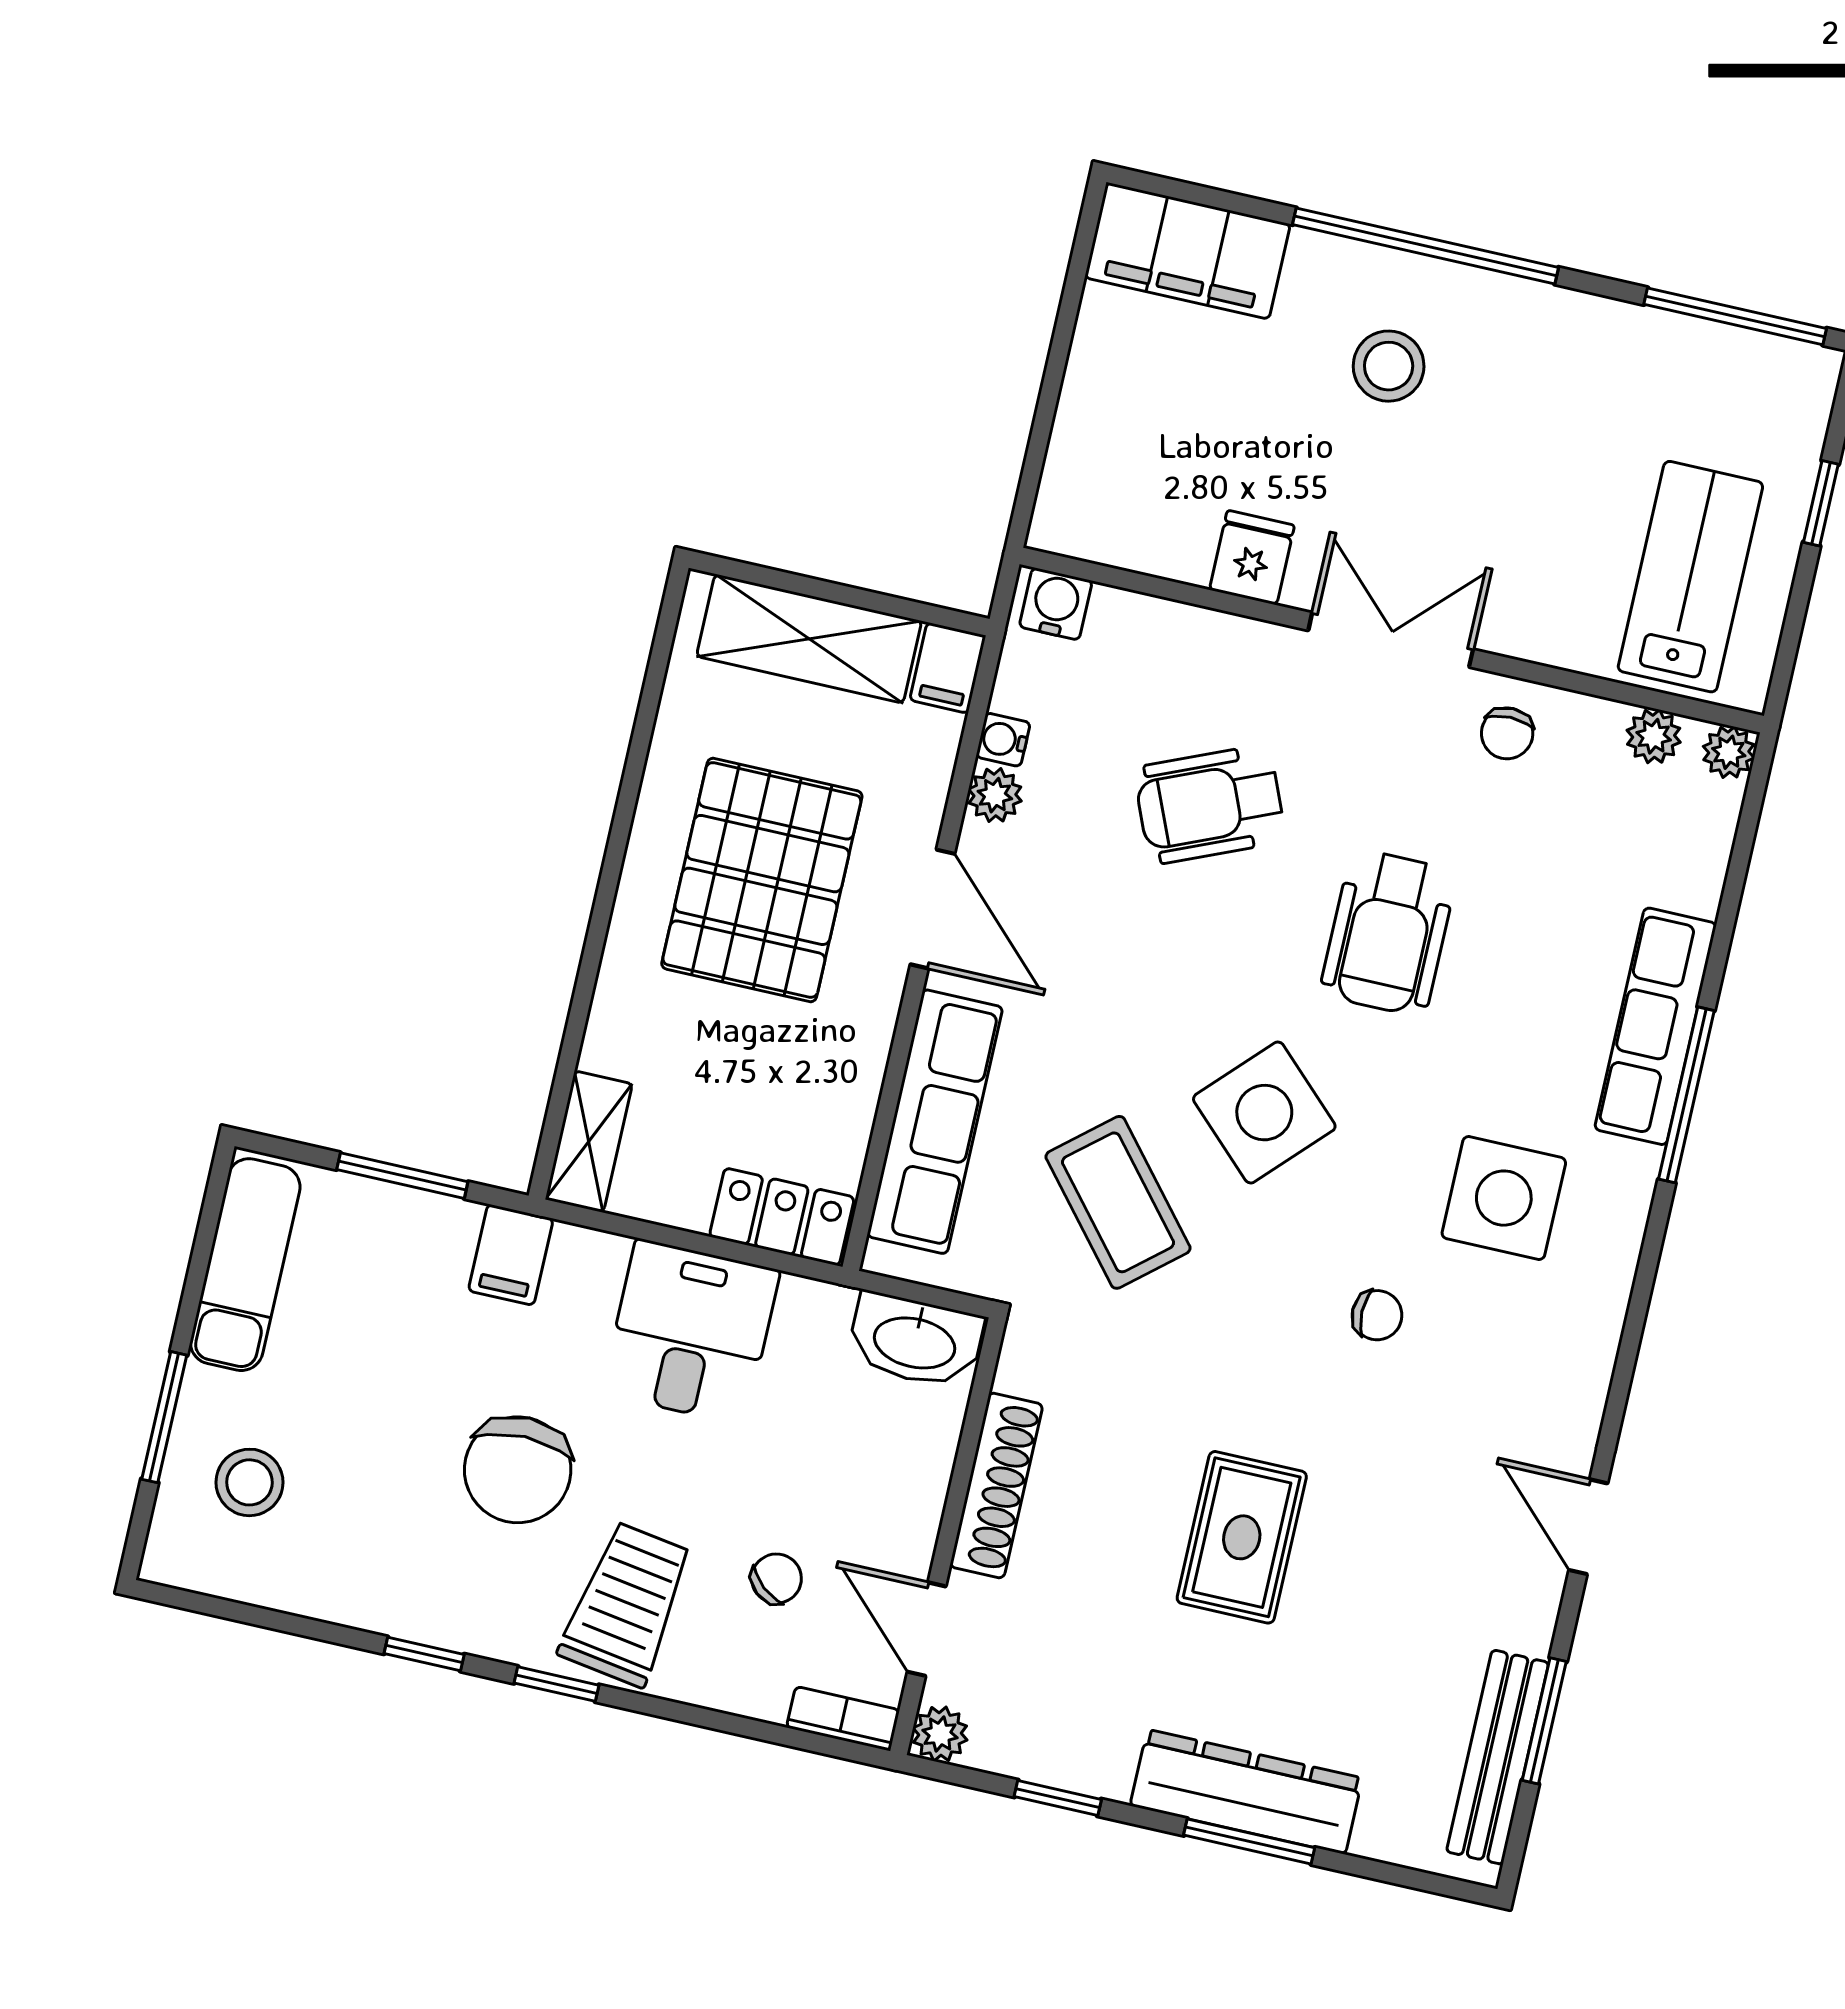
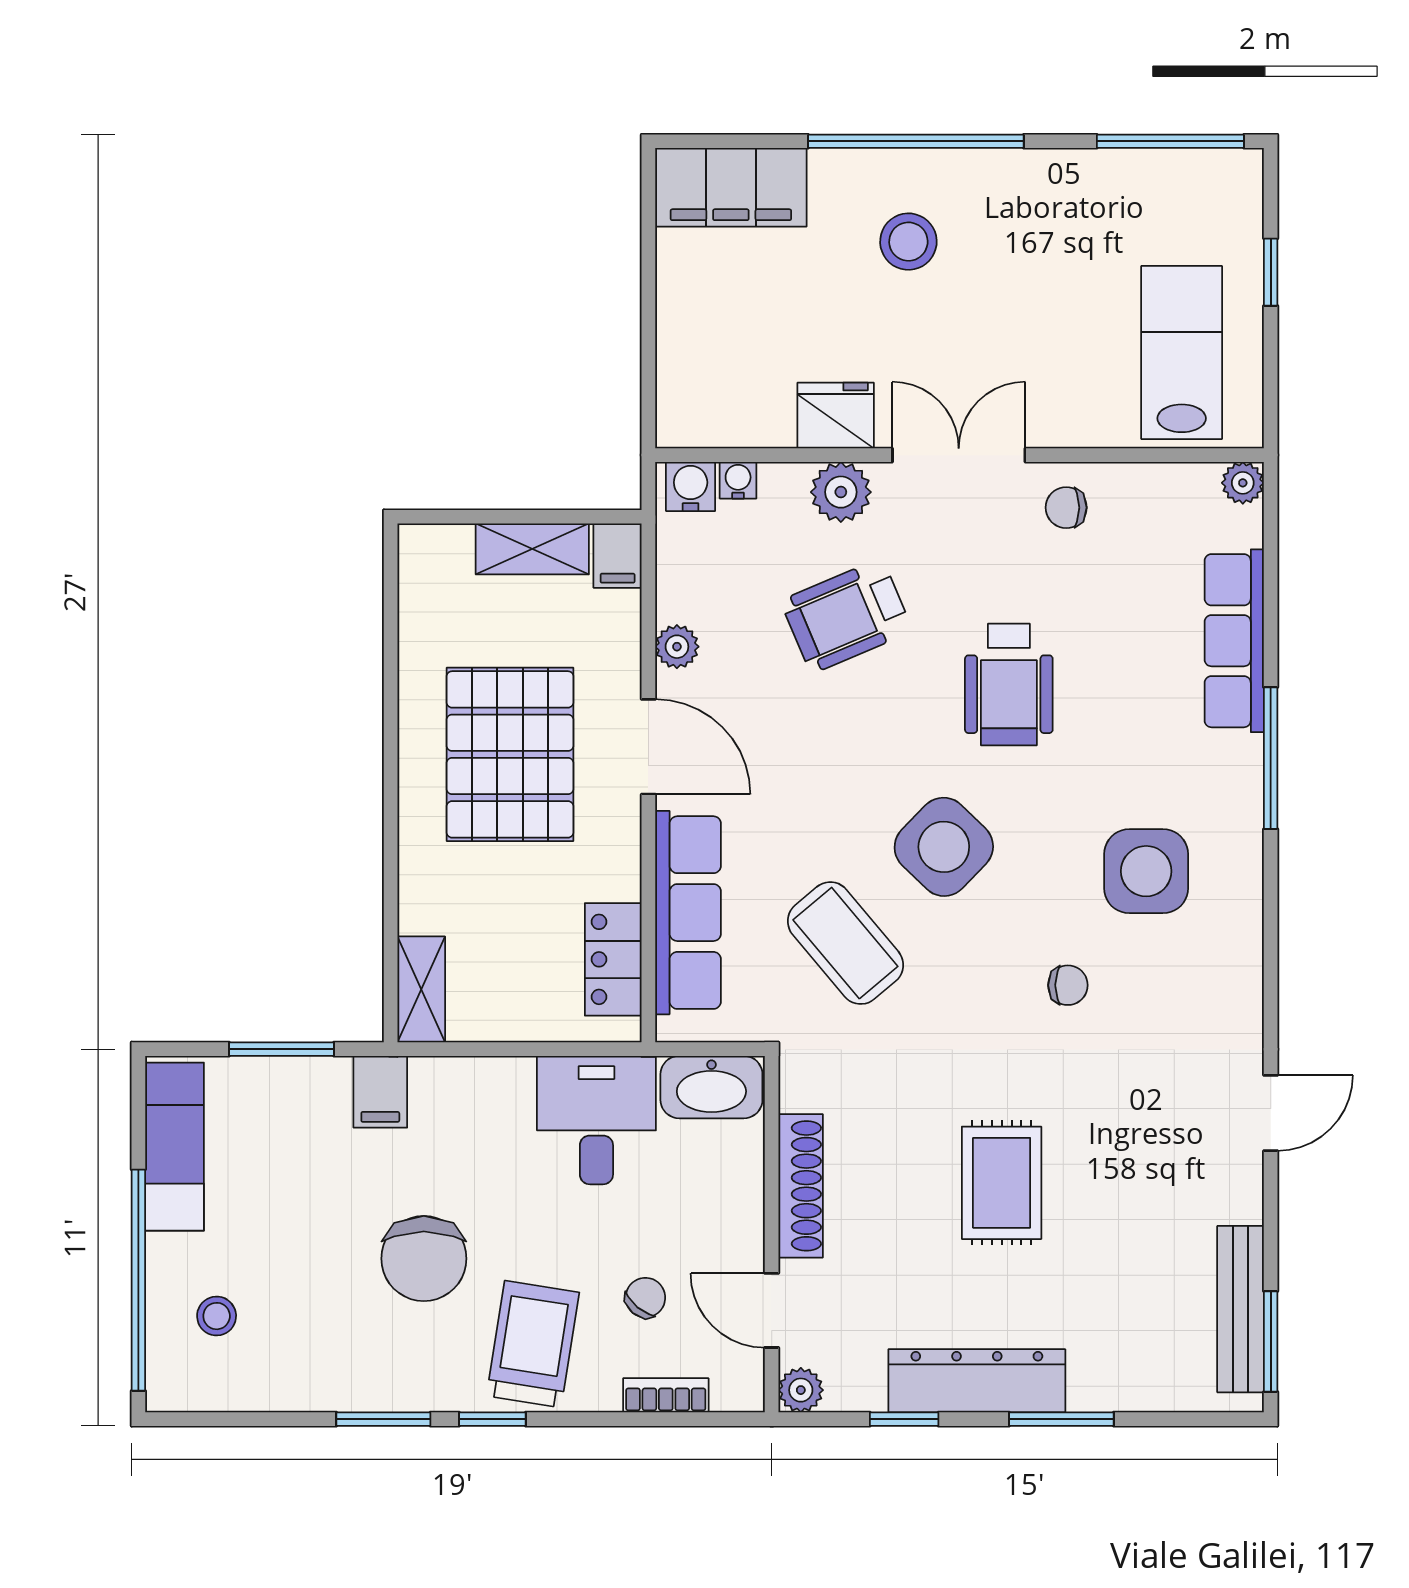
fridge: (1252, 558) -> (836, 415), width x1.38
shelving: (809, 639) -> (532, 549), width x0.67, depth x0.75
chair: (1507, 733) -> (1066, 508), turned 90
plant: (1654, 736) -> (841, 492), moved, width x1.38, depth x1.38
water cooler: (1003, 740) -> (738, 480), moved, turned 90
row of seats: (1656, 1026) -> (1234, 641), moved
locker: (782, 1217) -> (613, 959), moved, turned -90
desk: (691, 1332) -> (596, 1120), moved
window: (164, 1417) -> (138, 1280), width x2.11
stool: (249, 1482) -> (217, 1316), width x0.73, depth x0.73
door: (1588, 1527) -> (1271, 1113), swing flipped
window: (424, 1654) -> (383, 1419), width x1.50
bookcase: (843, 1719) -> (666, 1395), moved
window: (1544, 1721) -> (1271, 1342), moved
dresser: (1246, 1792) -> (977, 1381), moved

